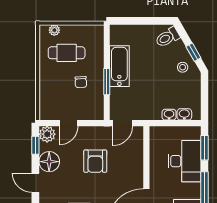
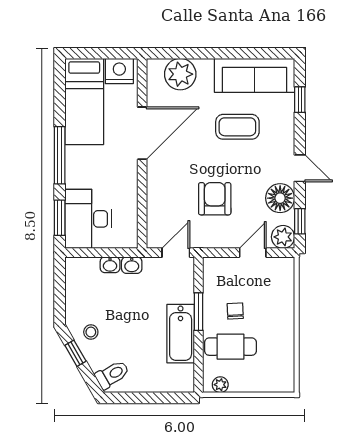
plant: (54, 30) -> (220, 385), moved
cafe table: (67, 53) -> (230, 347), moved
washbasin: (184, 114) -> (132, 265), moved
desk: (185, 161) -> (88, 219), moved

